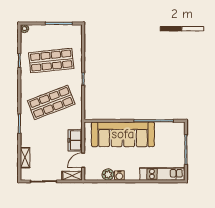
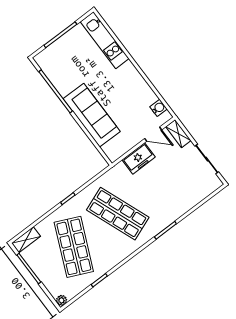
shop shelf: (51, 61) -> (74, 247), turned 30
sofa: (123, 134) -> (92, 115), width x0.74, depth x0.79
shelving: (25, 158) -> (26, 240), moved
plant: (108, 175) -> (148, 97), removed
water cooler: (119, 176) -> (159, 108), moved

